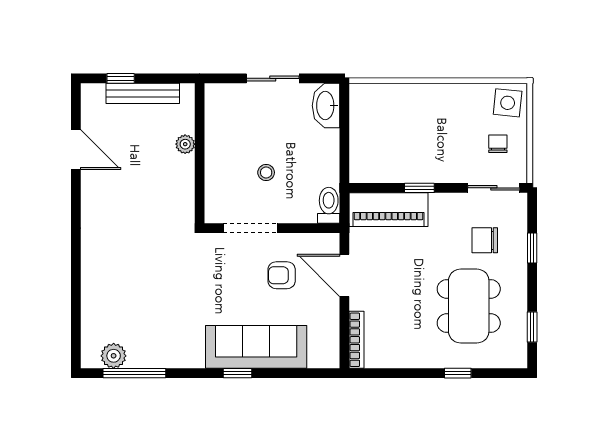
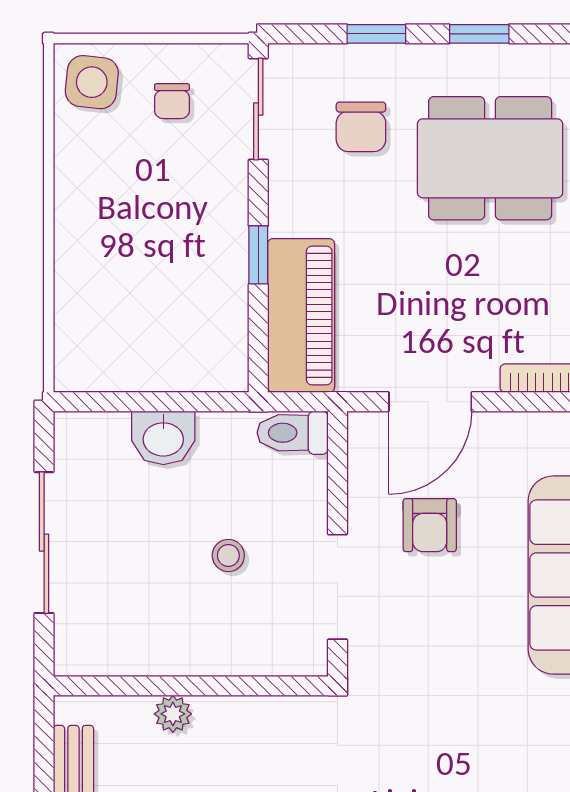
sliding door: (273, 78) -> (44, 543), width x1.37
washbasin: (326, 106) -> (163, 438), moved, width x0.72
chair: (498, 144) -> (172, 101), turned -90
window: (532, 327) -> (479, 34), moved

